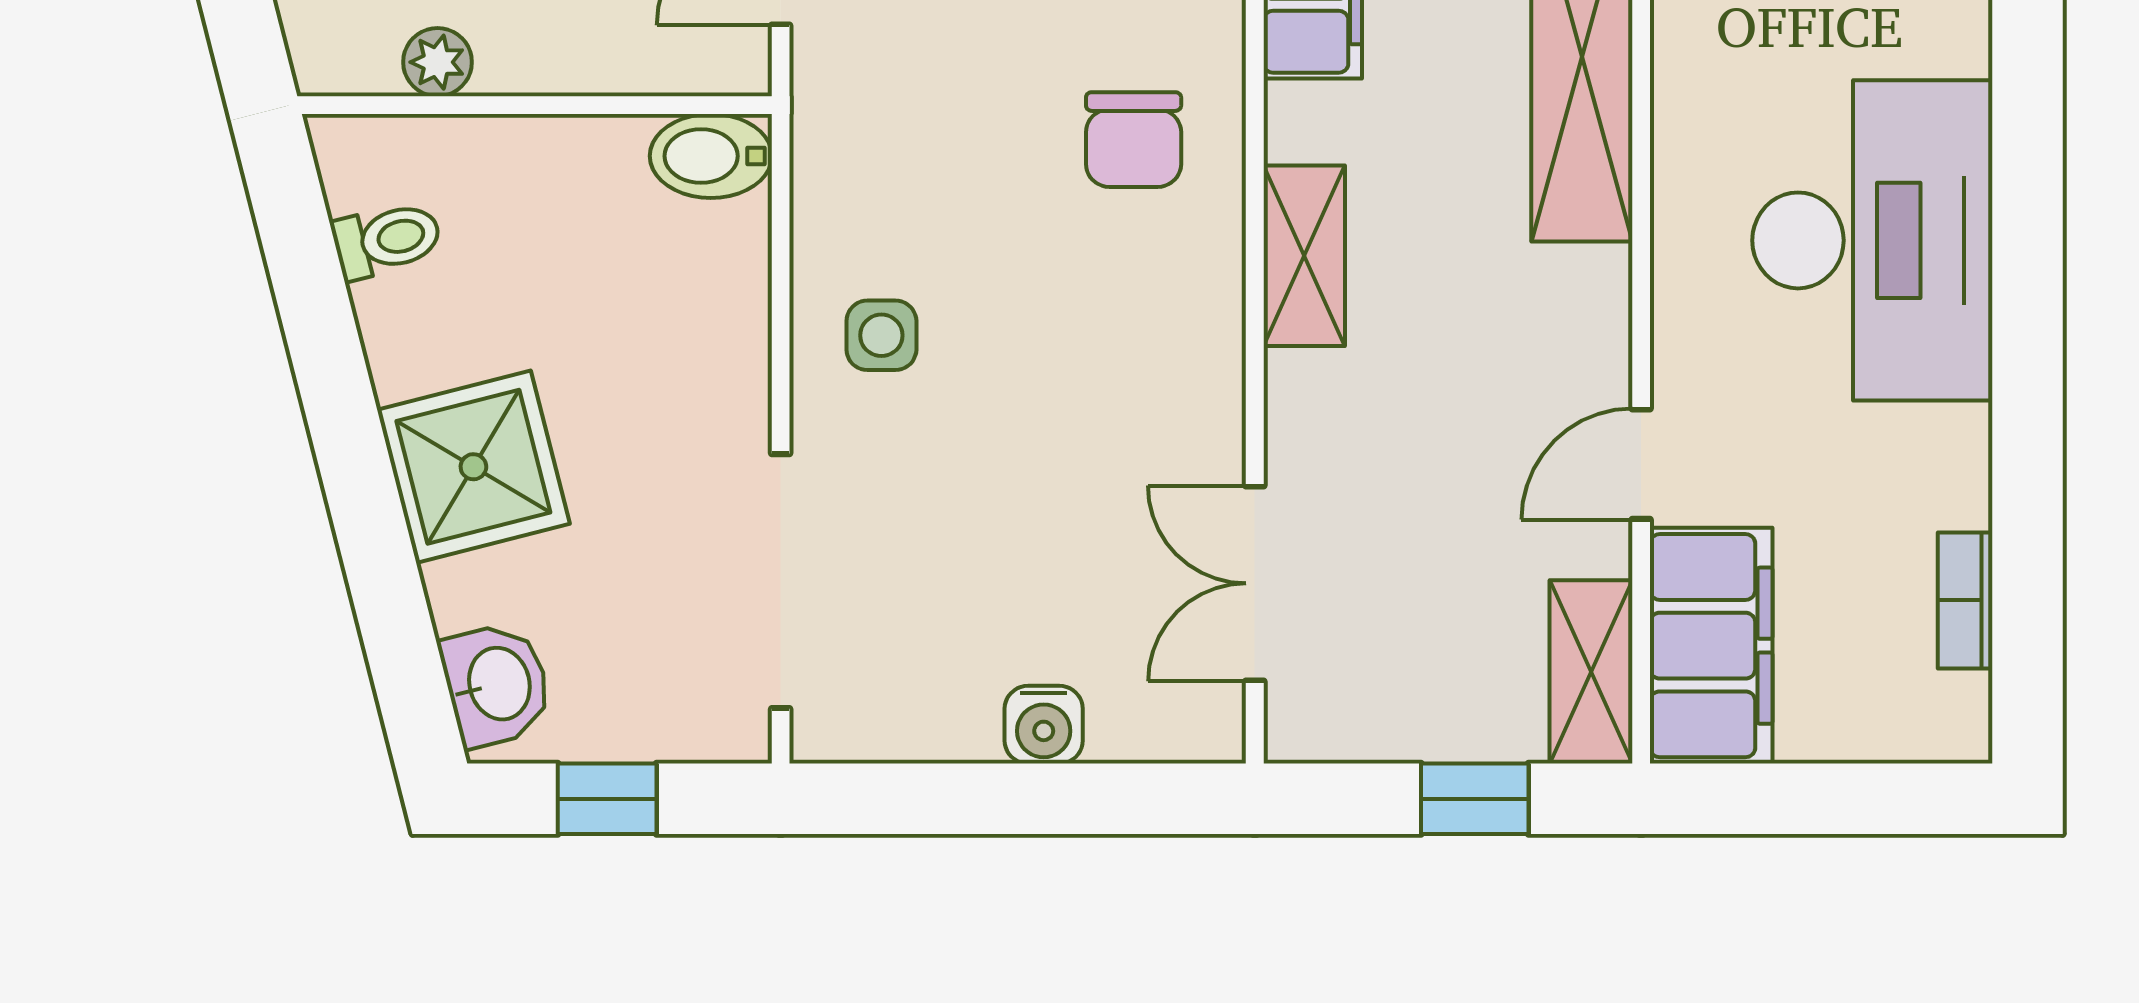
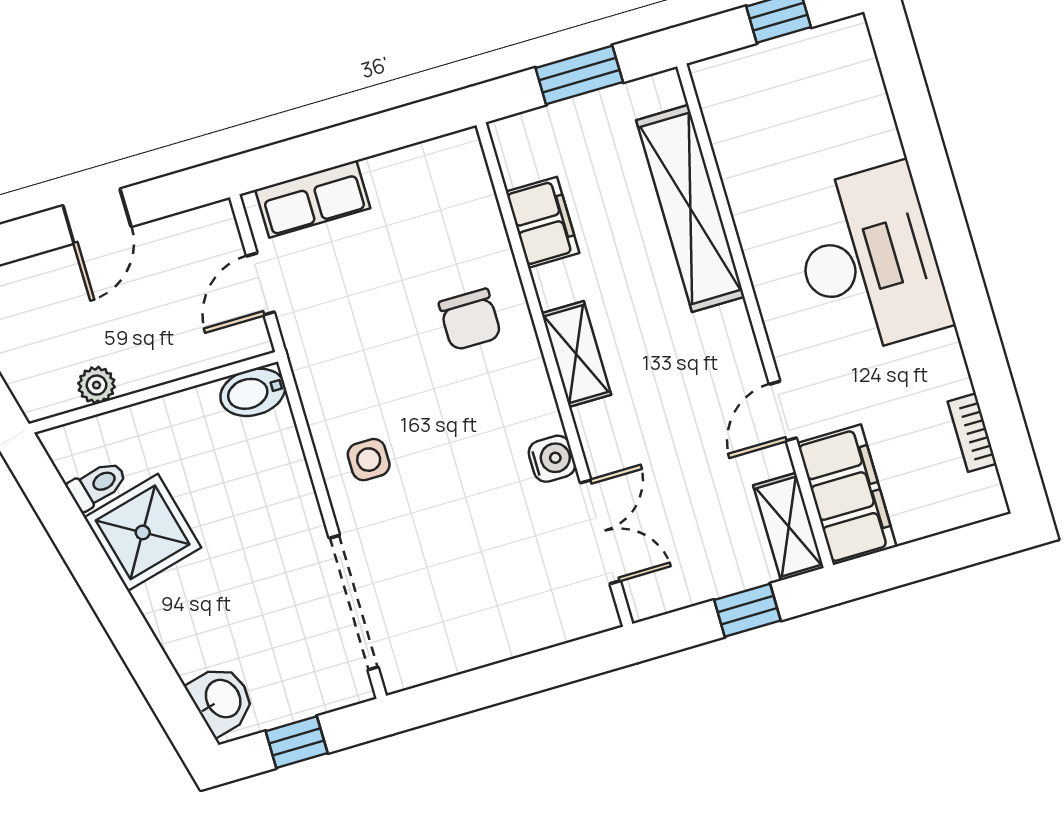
shower: (473, 467) -> (143, 532), moved
double door: (1255, 583) -> (600, 532), swing flipped
water cooler: (1044, 725) -> (552, 459), moved, turned -90

